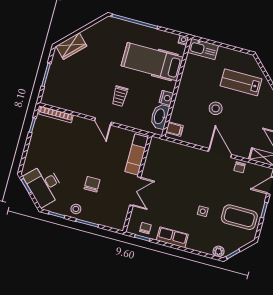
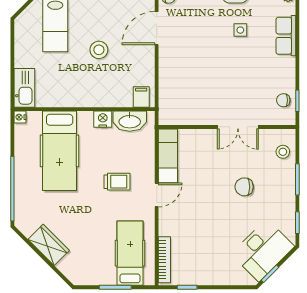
wardrobe: (71, 46) -> (49, 245), moved
hospital bed: (67, 92) -> (130, 253), added
exam couch: (137, 155) -> (168, 156), moved, turned -90
double door: (135, 191) -> (238, 127), swing flipped
stool: (76, 209) -> (283, 152), moved
row of seats: (172, 237) -> (286, 36), moved

